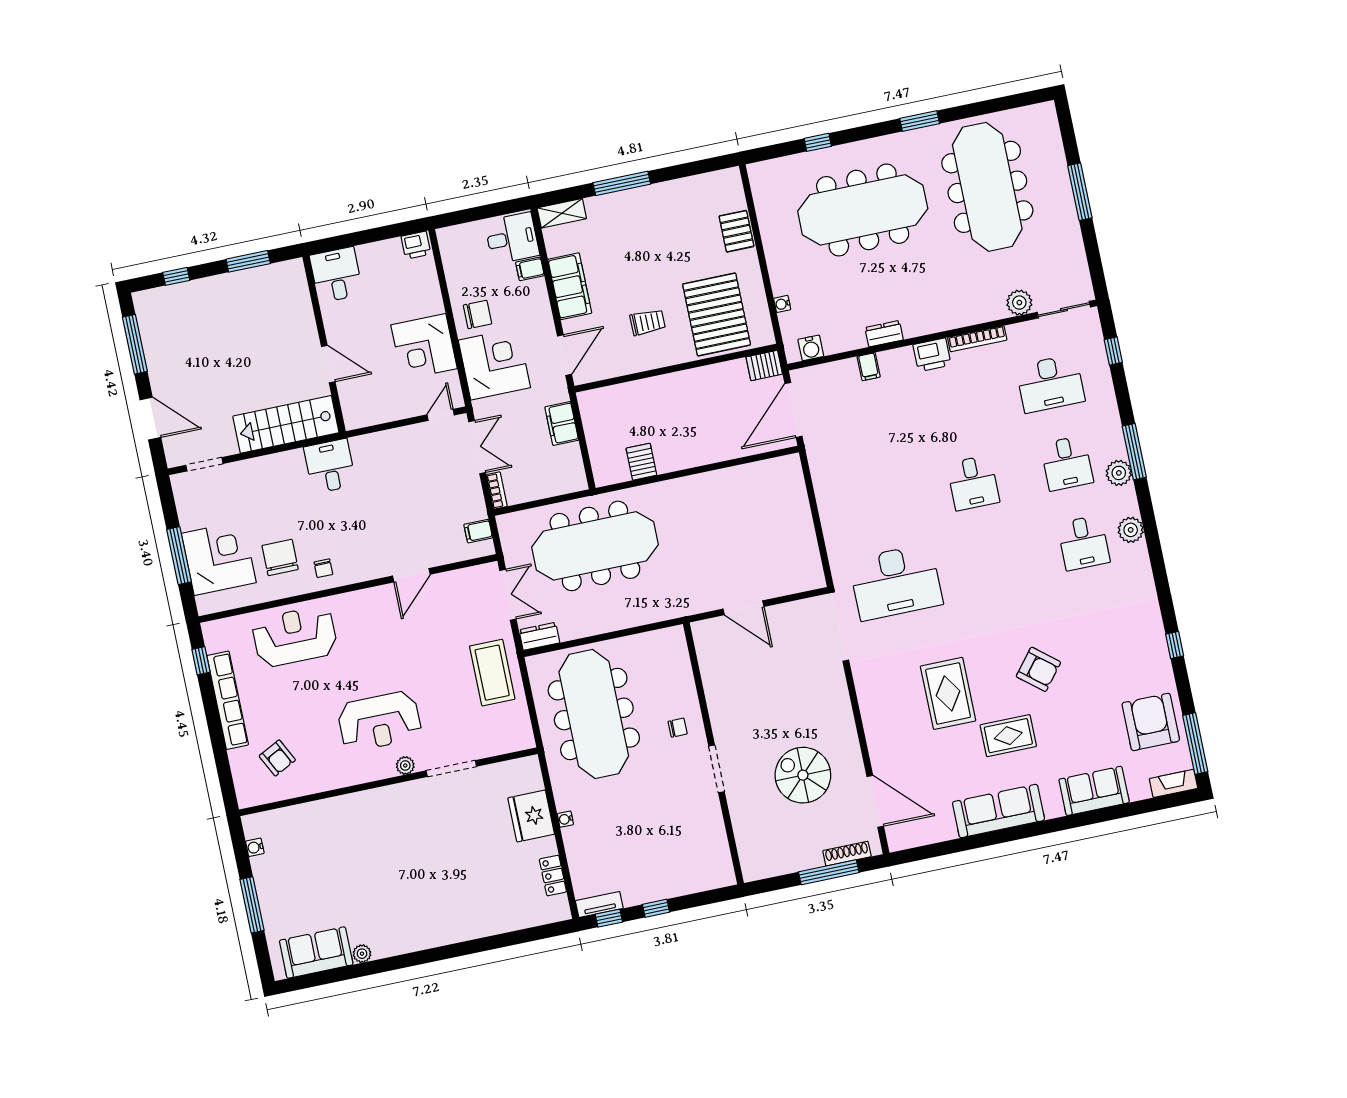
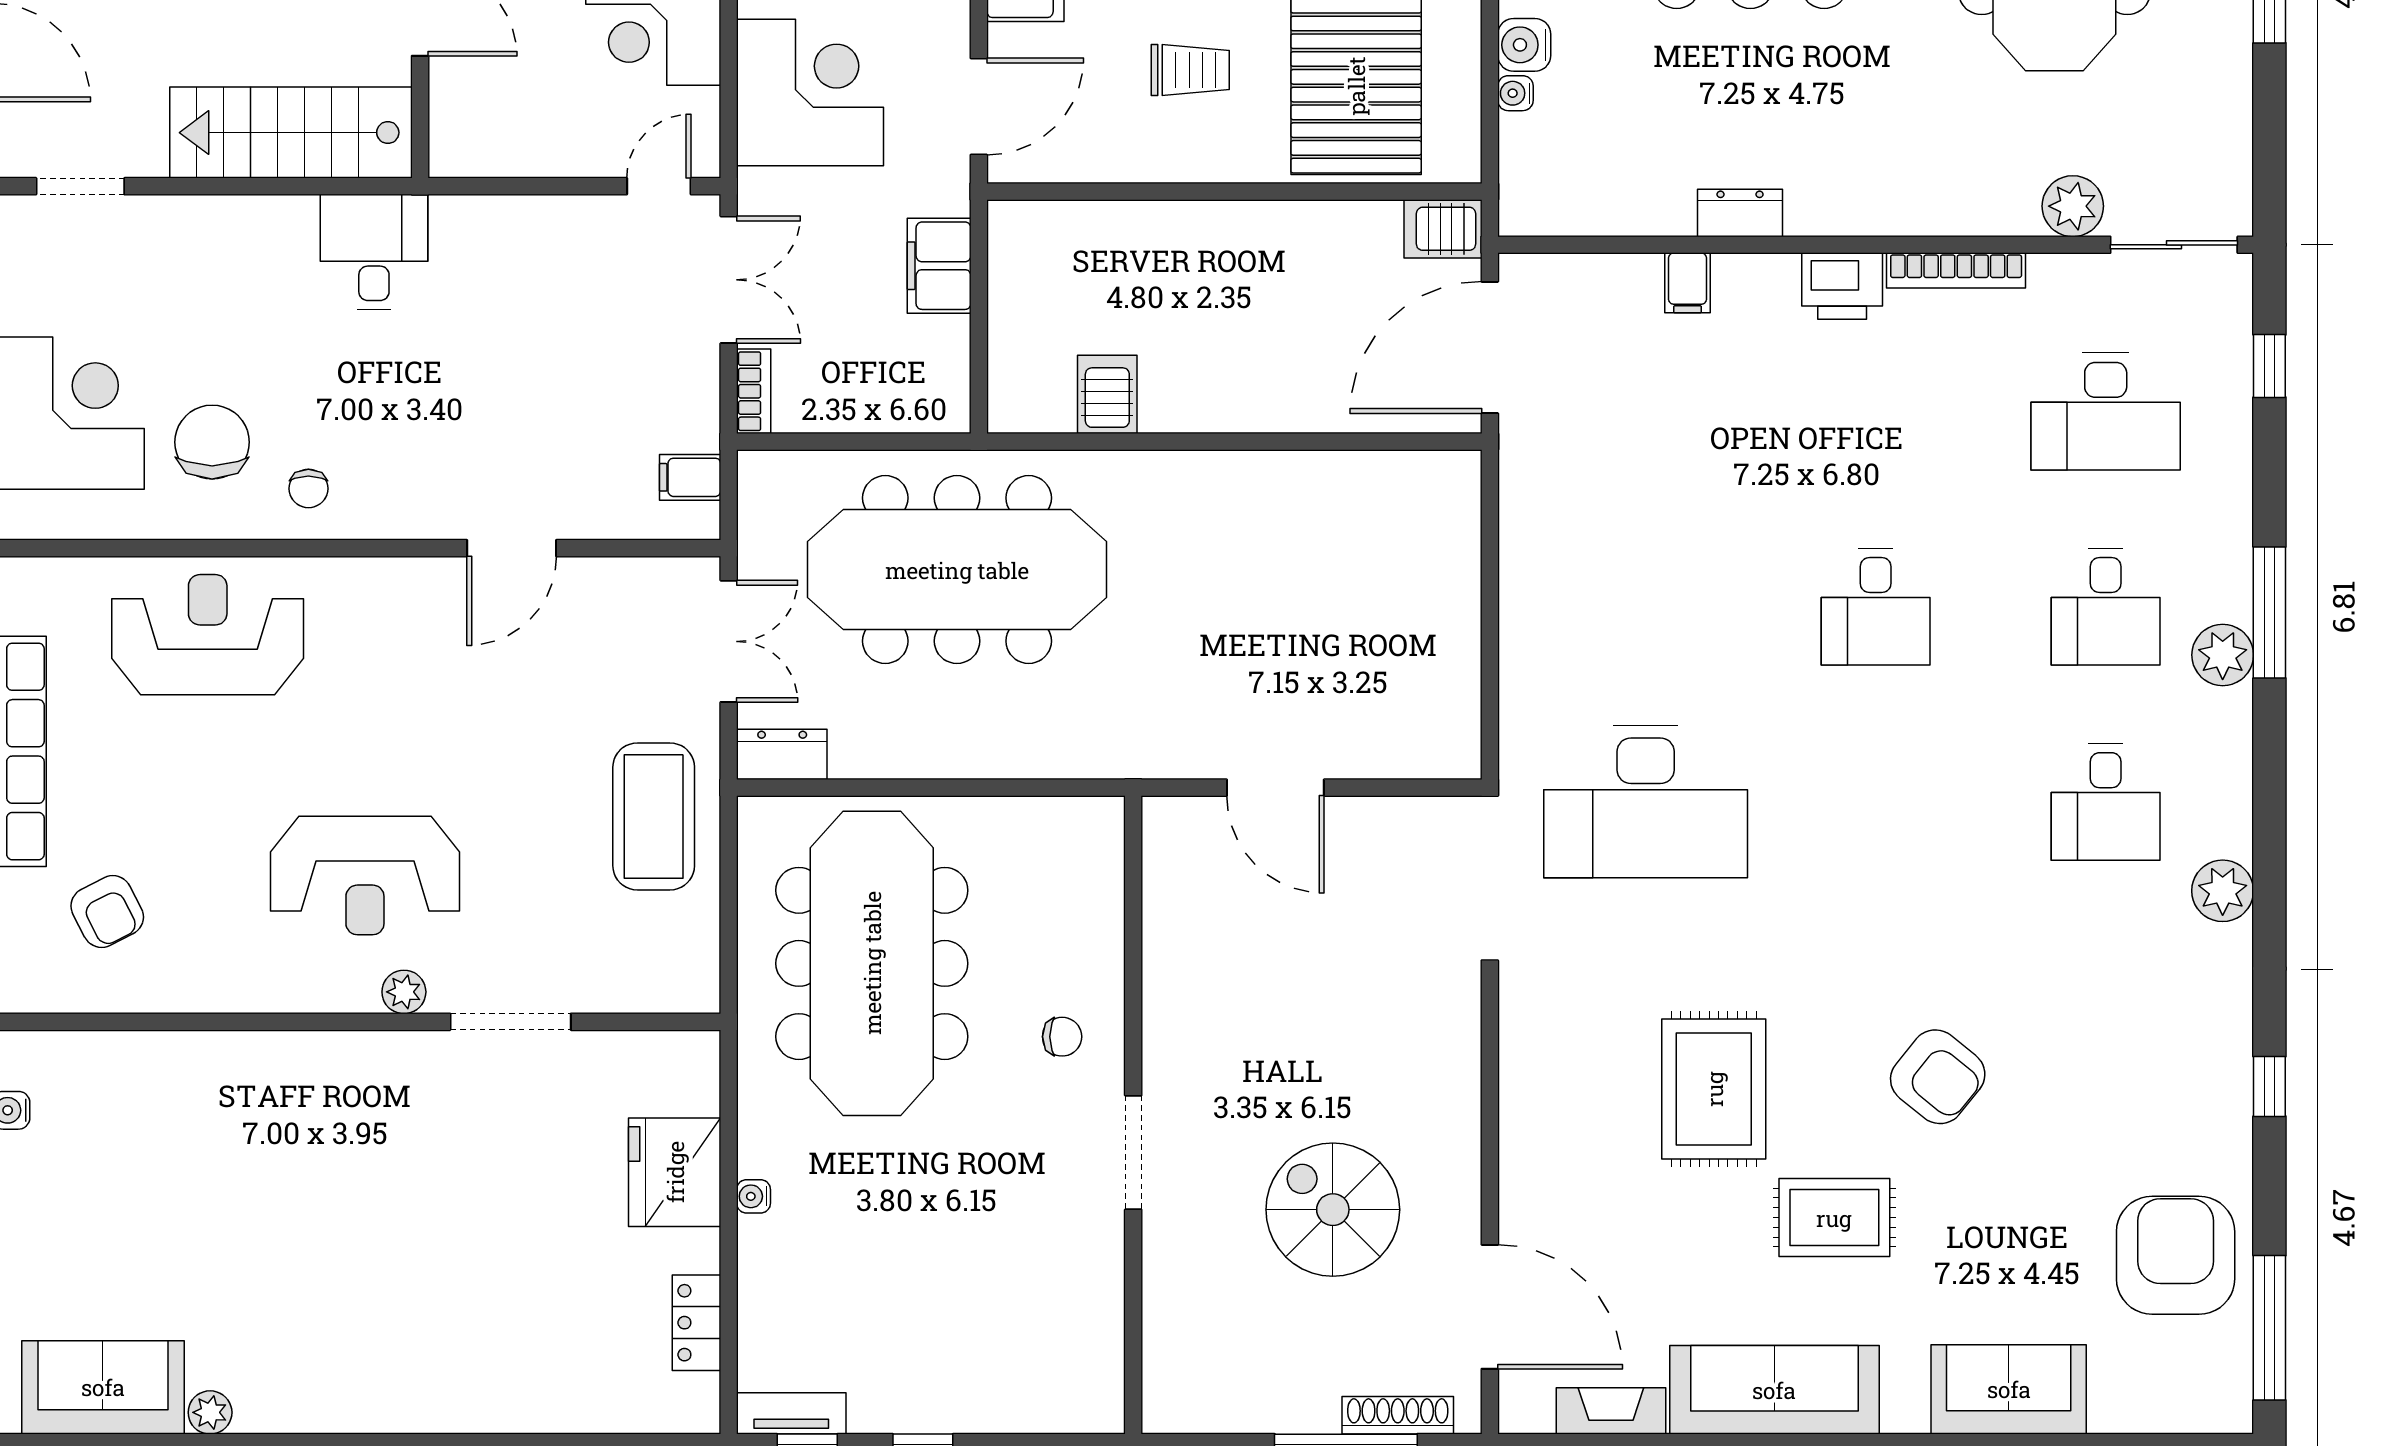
water cooler: (811, 348) -> (1524, 45), moved, turned 90
plant: (1131, 530) -> (2223, 891), moved
fireplace: (1174, 783) -> (1611, 1411), moved

